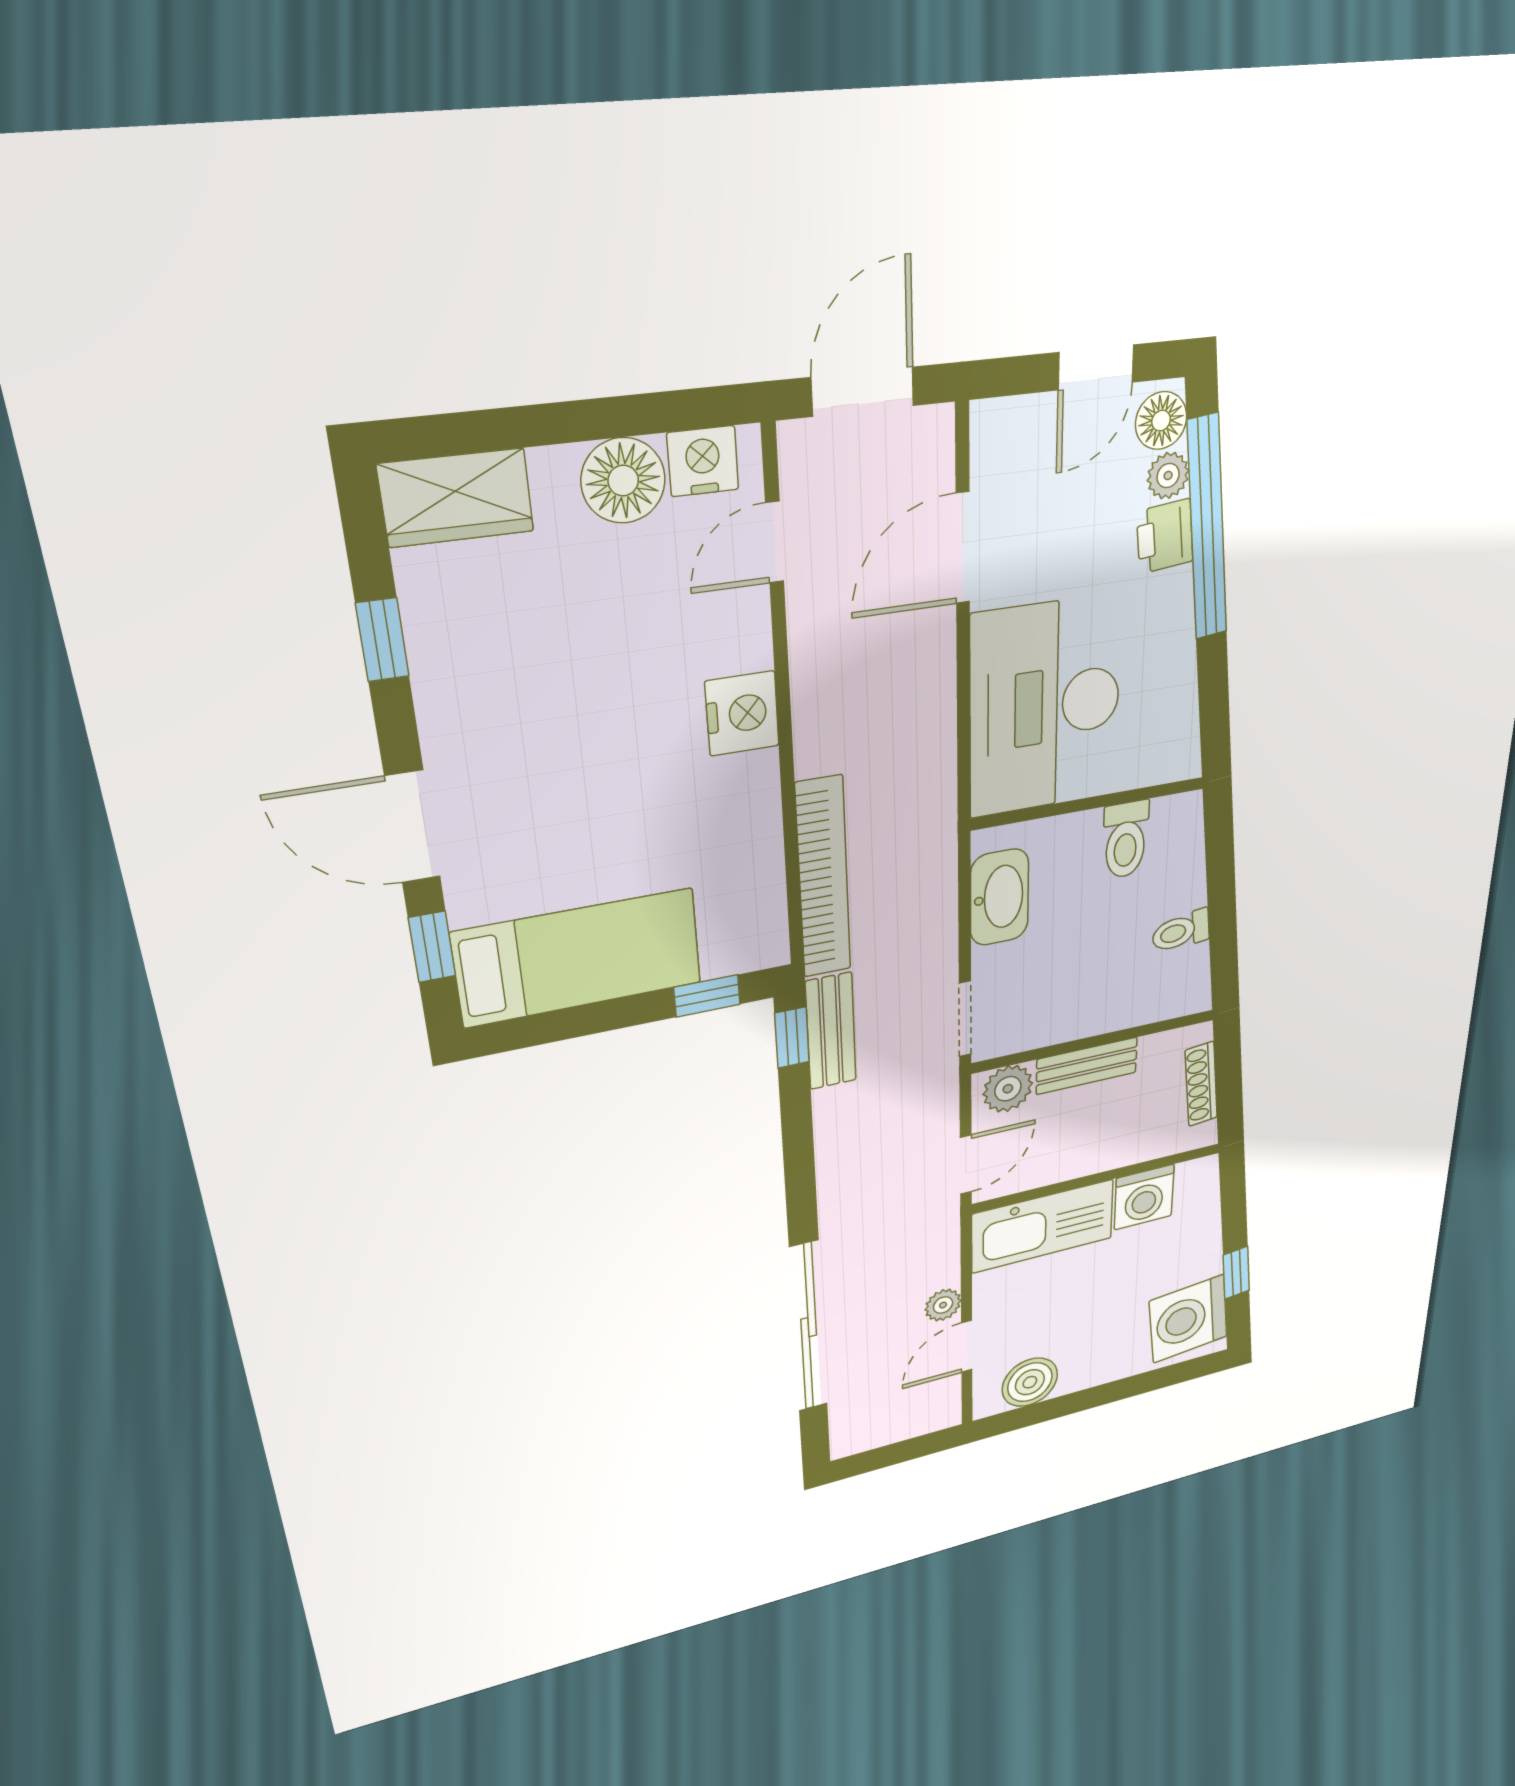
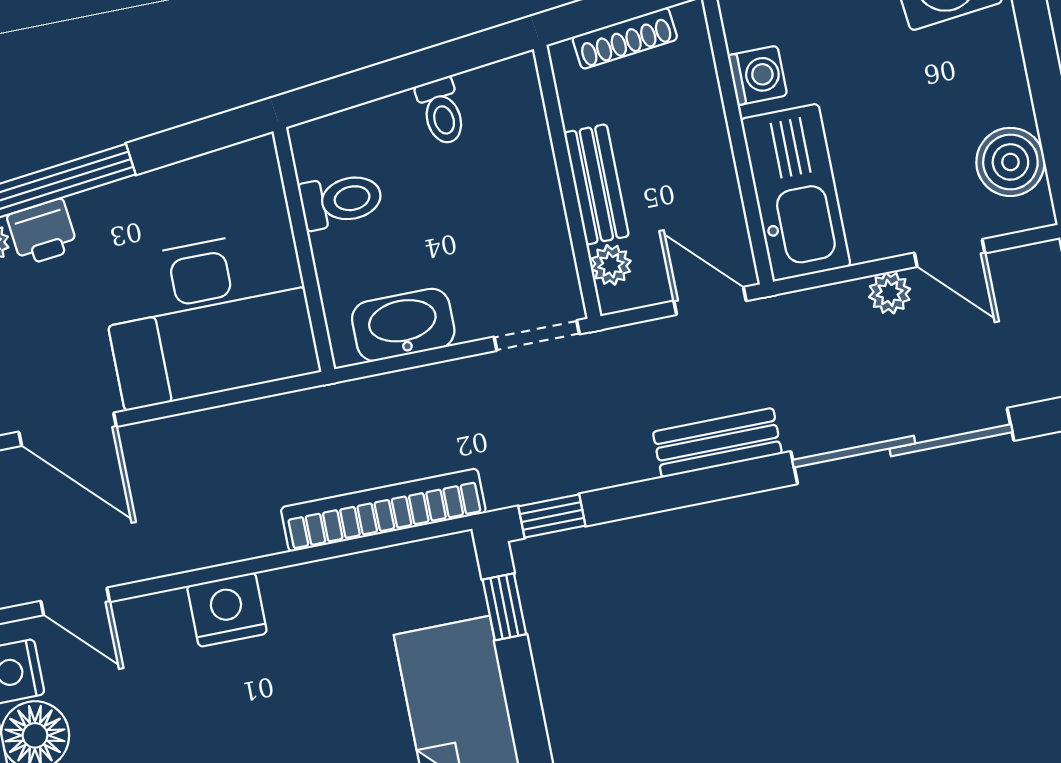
bench: (831, 1031) -> (717, 443), moved
plant: (1008, 1089) -> (611, 265), width x0.73, depth x0.73
washing machine: (1144, 1197) -> (757, 75), width x0.73, depth x0.73

